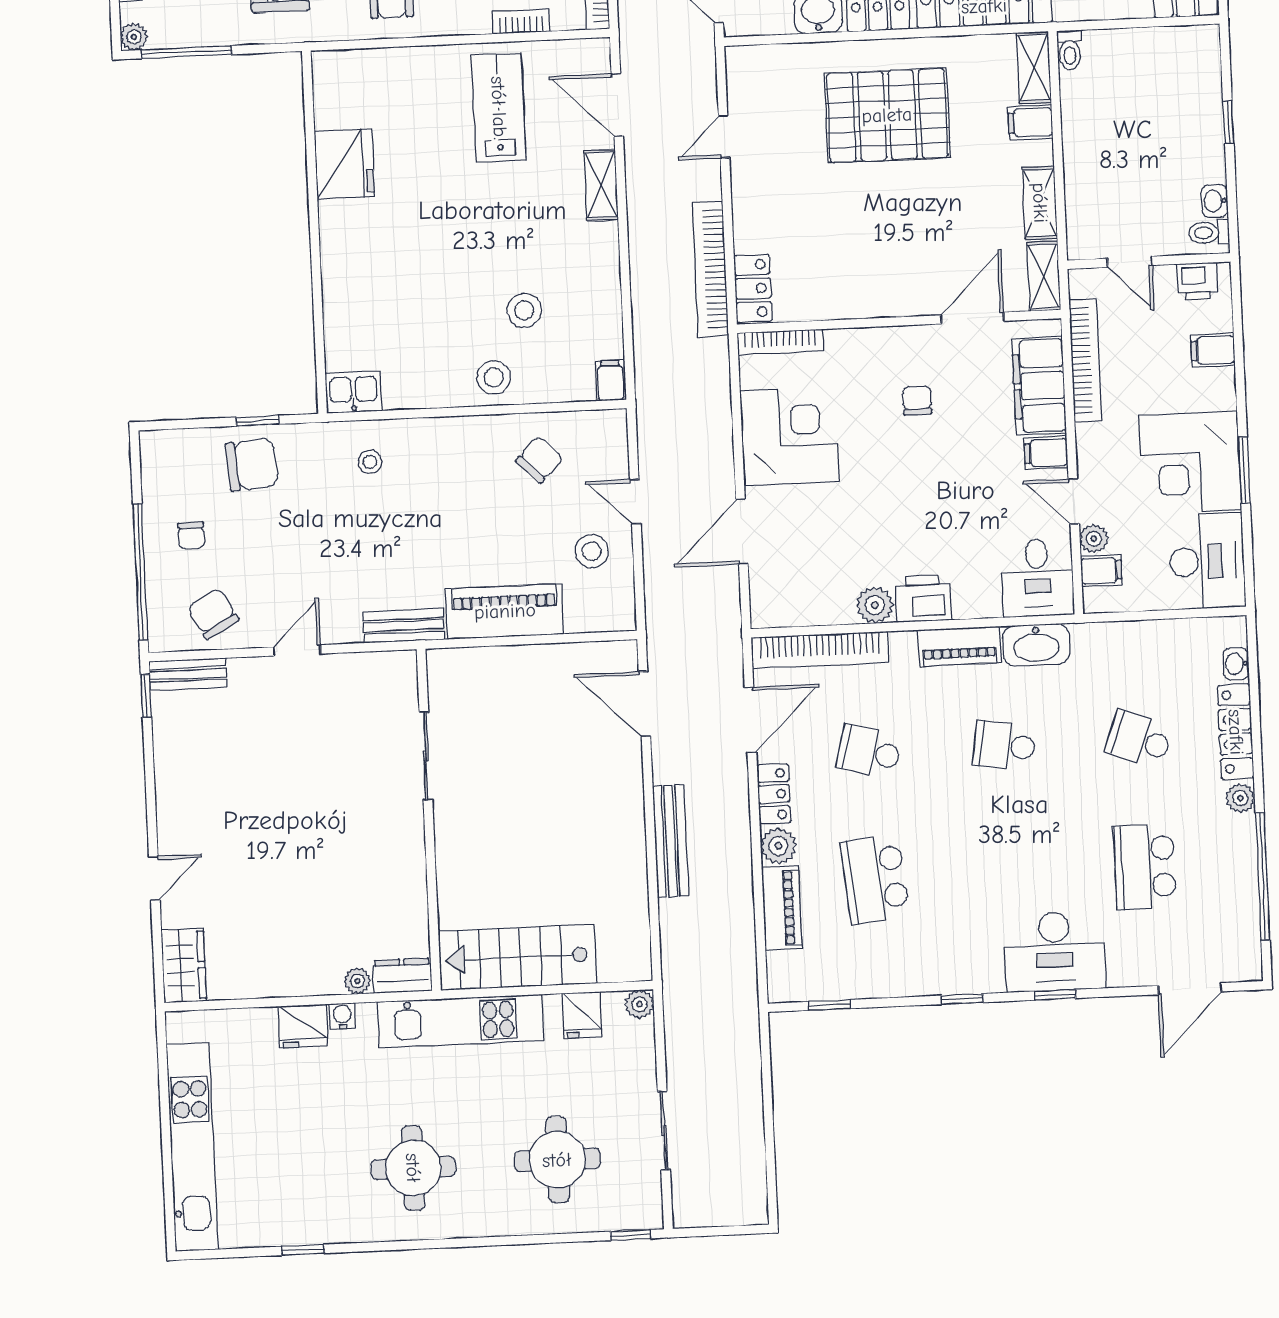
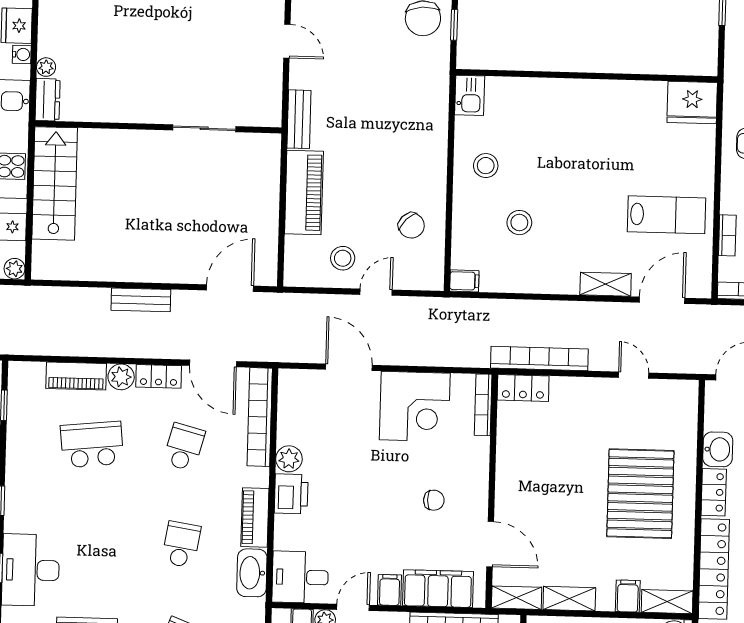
fridge: (344, 164) -> (692, 103), moved
stool: (494, 377) -> (486, 166), moved
stool: (370, 462) -> (419, 104), removed
bench: (671, 841) -> (141, 300), width x0.73

